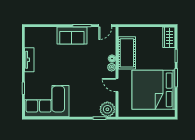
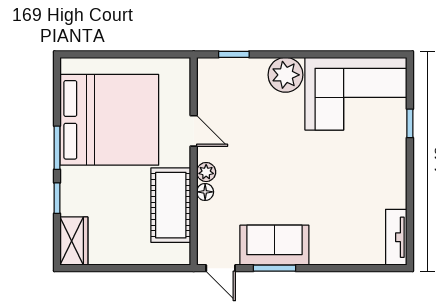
door: (105, 26) -> (221, 268), swing flipped
sofa: (72, 36) -> (274, 245), moved
tv unit: (29, 60) -> (396, 237), moved
plant: (107, 109) -> (285, 75), moved

